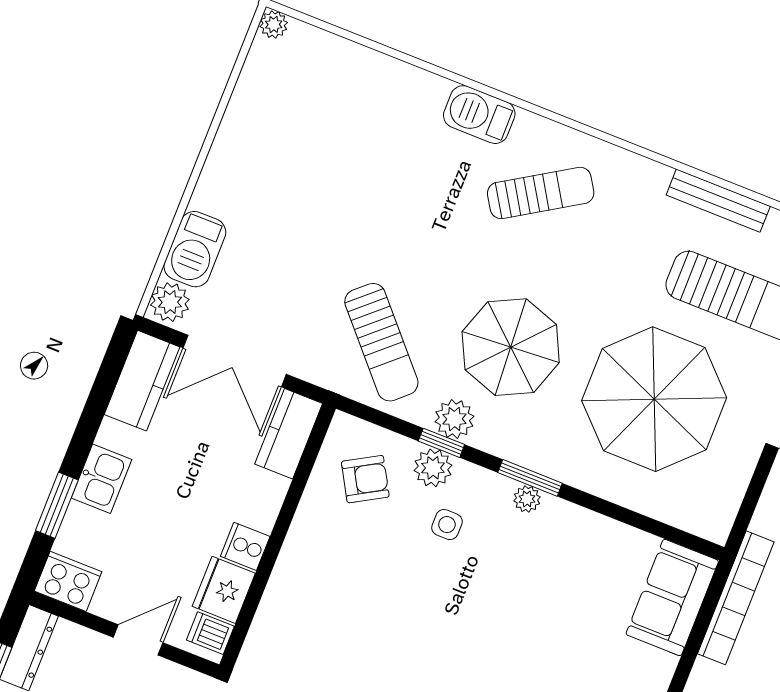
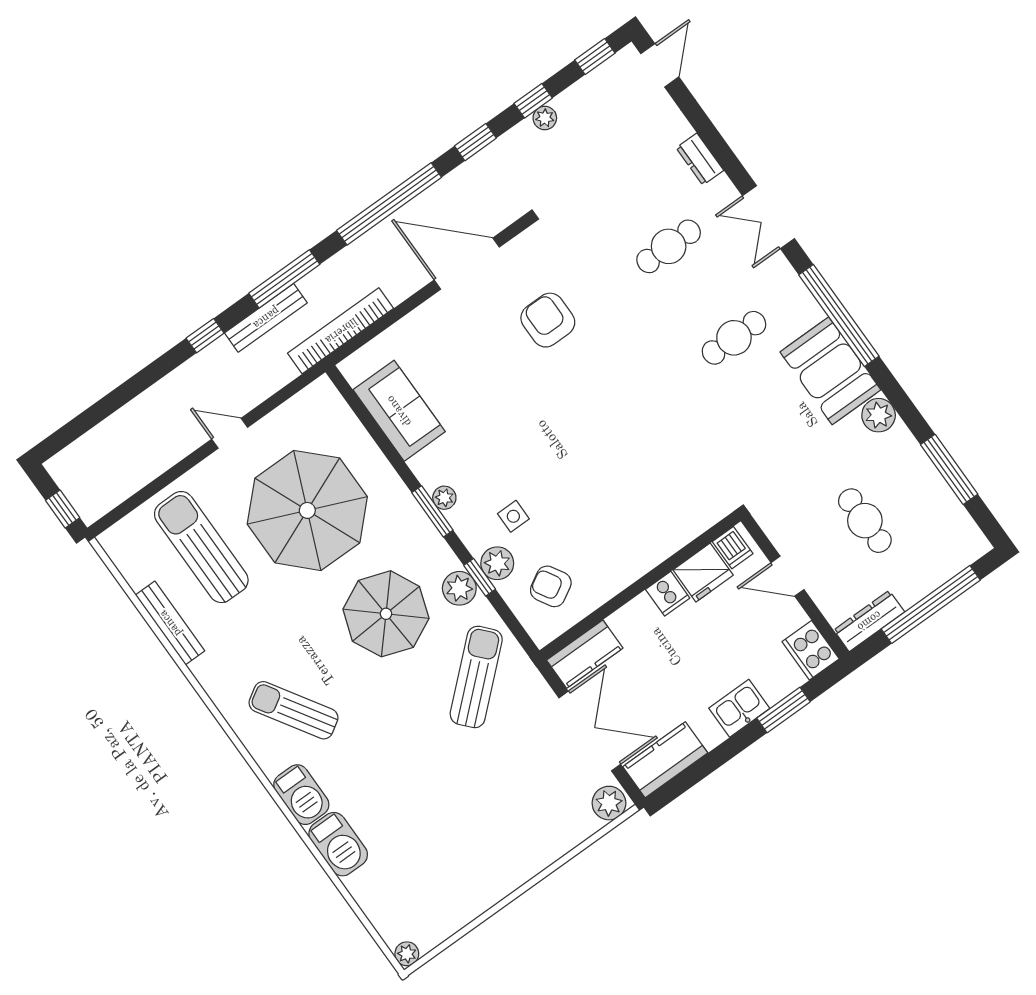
barbecue: (195, 249) -> (338, 844), moved, turned 90
sofa: (672, 598) -> (399, 411), moved, turned -90

